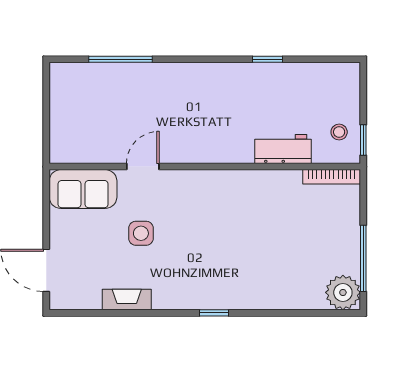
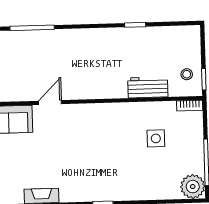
bookcase: (332, 177) -> (190, 106), width x0.64
side table: (141, 233) -> (156, 138), moved

